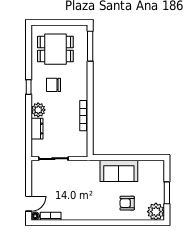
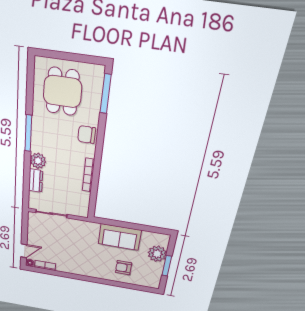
dining table: (55, 49) -> (63, 92), turned 90
chair: (53, 85) -> (87, 135), moved
window: (29, 87) -> (28, 133), width x2.17
plant: (156, 212) -> (157, 254), moved

